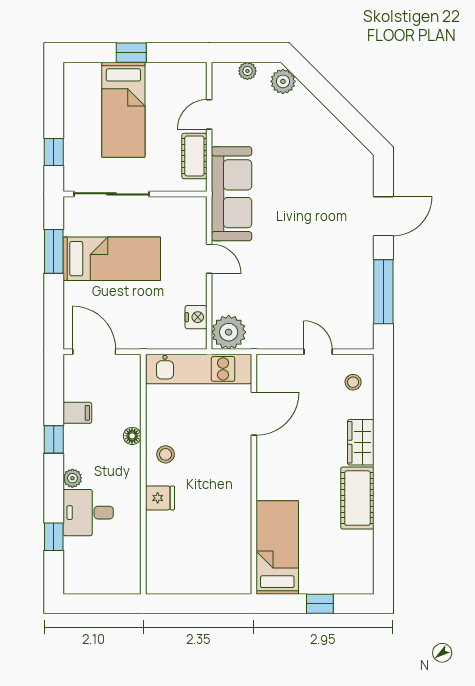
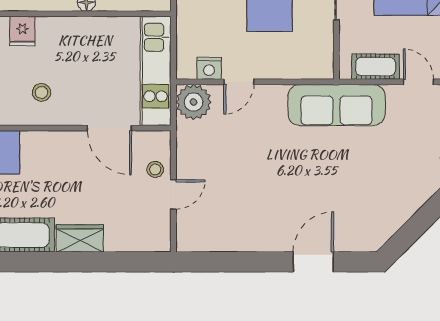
door: (383, 216) -> (313, 262), swing flipped
door: (209, 259) -> (239, 82), moved
window: (383, 292) -> (235, 262), removed
stool: (353, 382) -> (155, 169), moved
stool: (166, 454) -> (42, 92), moved

